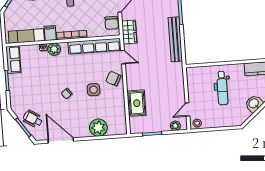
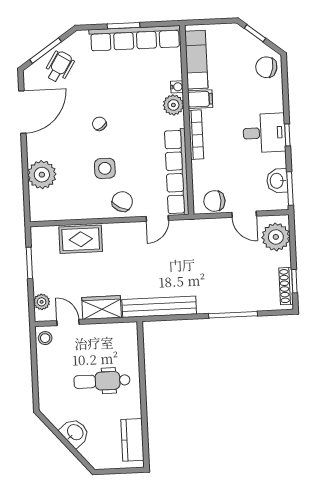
wardrobe: (129, 32) -> (102, 308), moved, turned 180
bench: (175, 39) -> (159, 307), moved
row of seats: (13, 60) -> (135, 38), width x2.02

